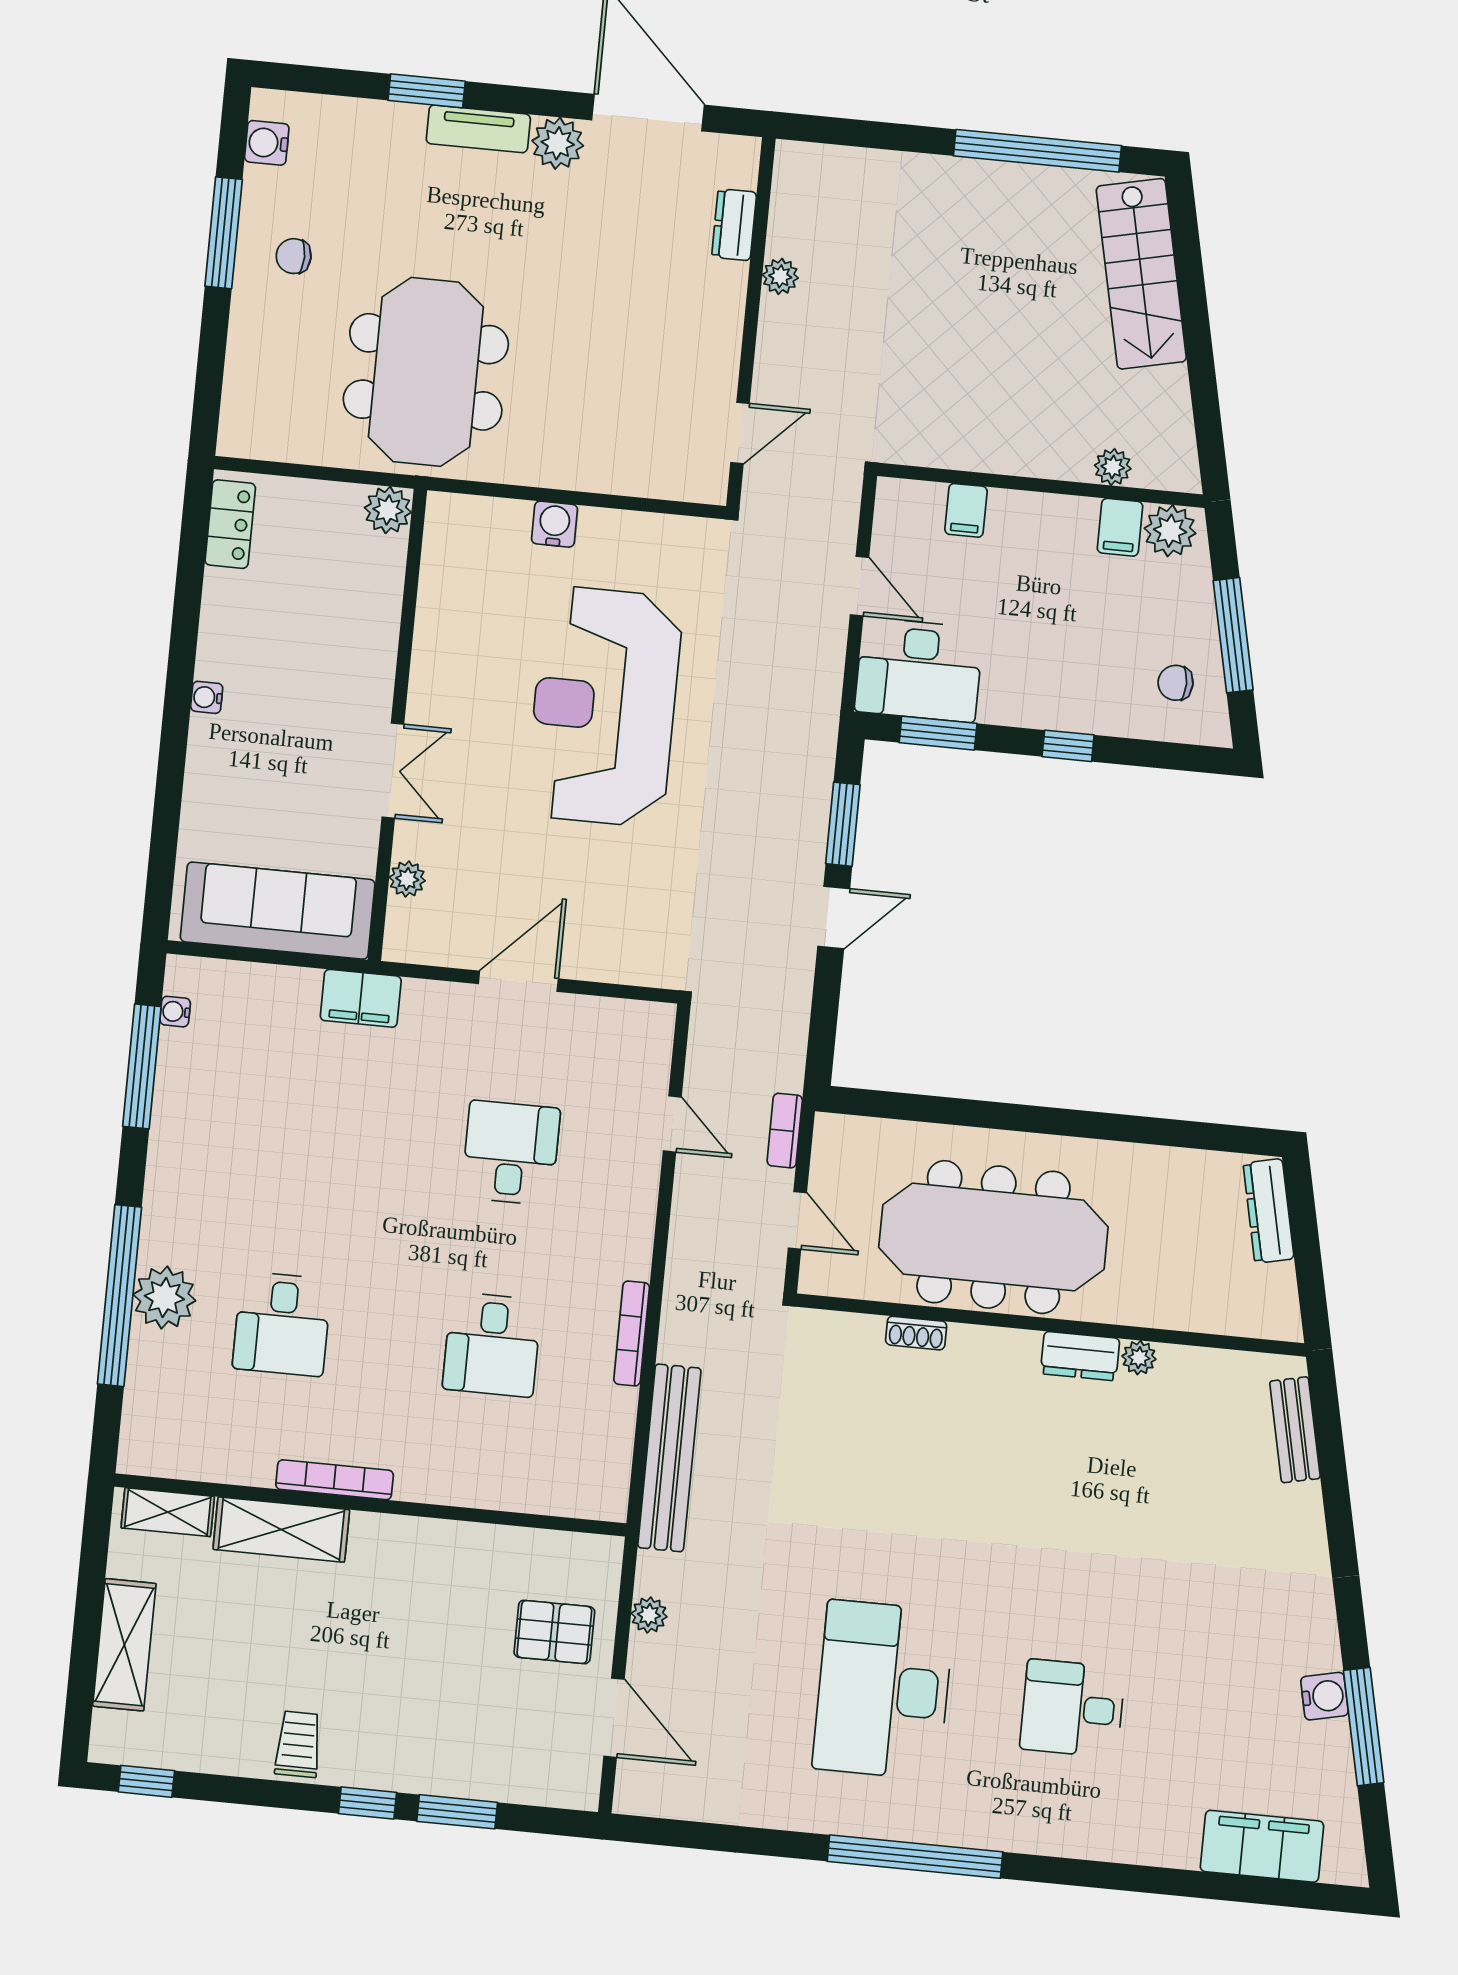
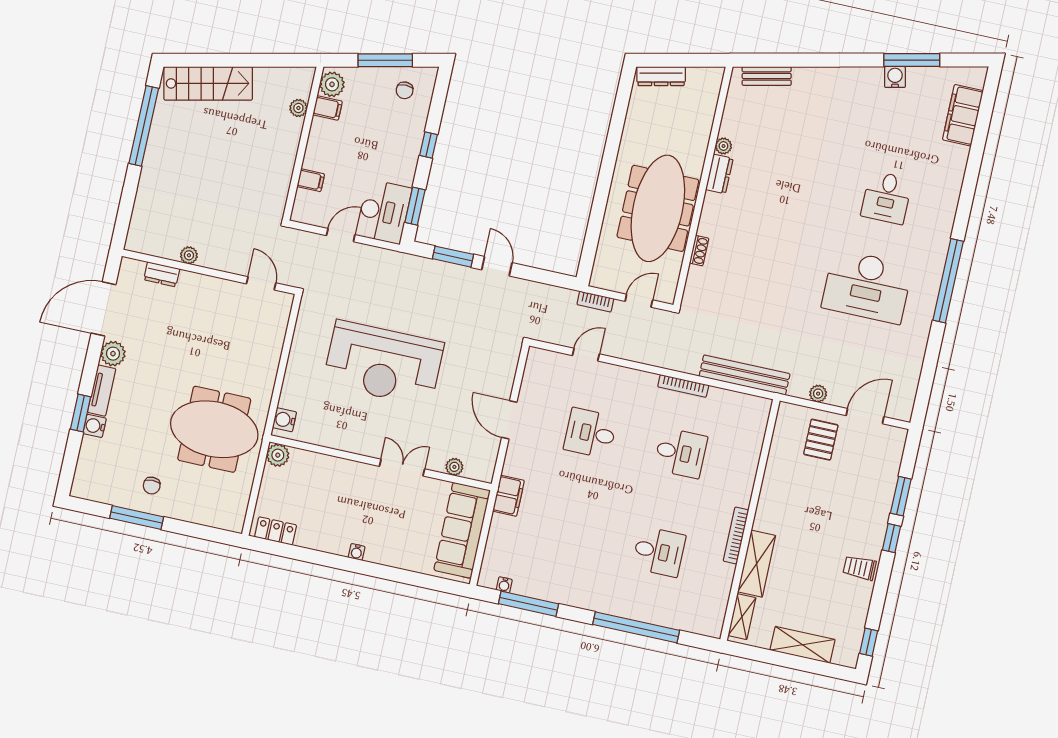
water cooler: (267, 143) -> (95, 426), moved, turned 90
water cooler: (555, 524) -> (284, 420), moved
plant: (164, 1298) -> (640, 606), removed

